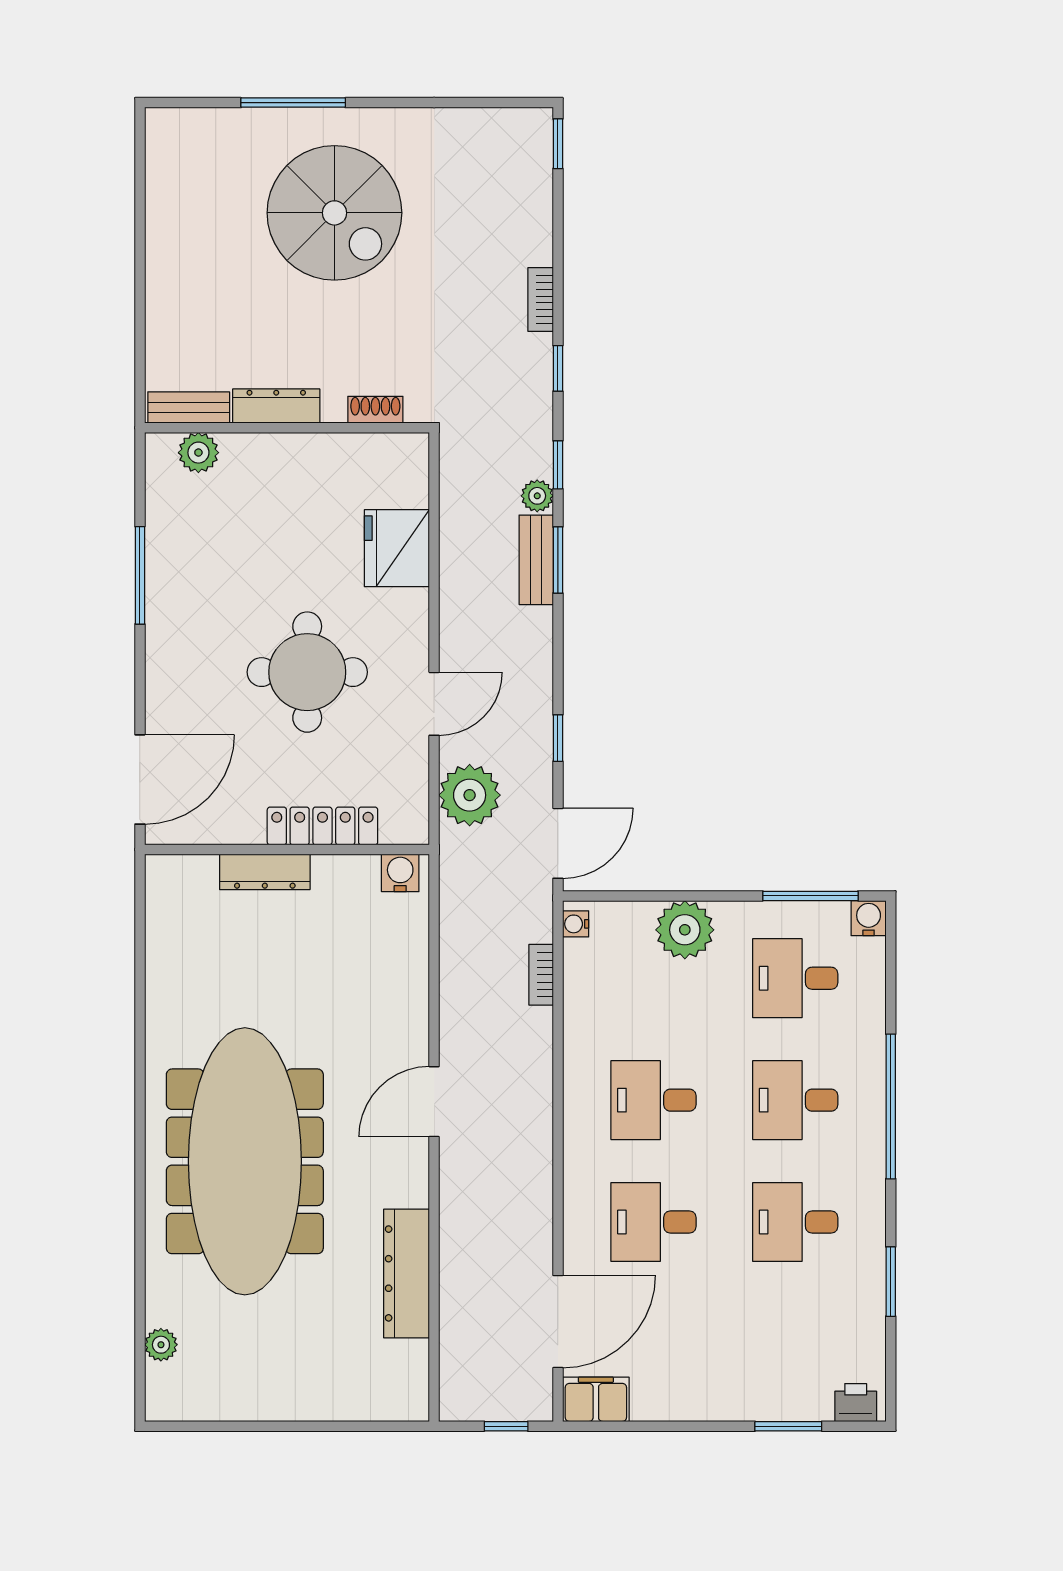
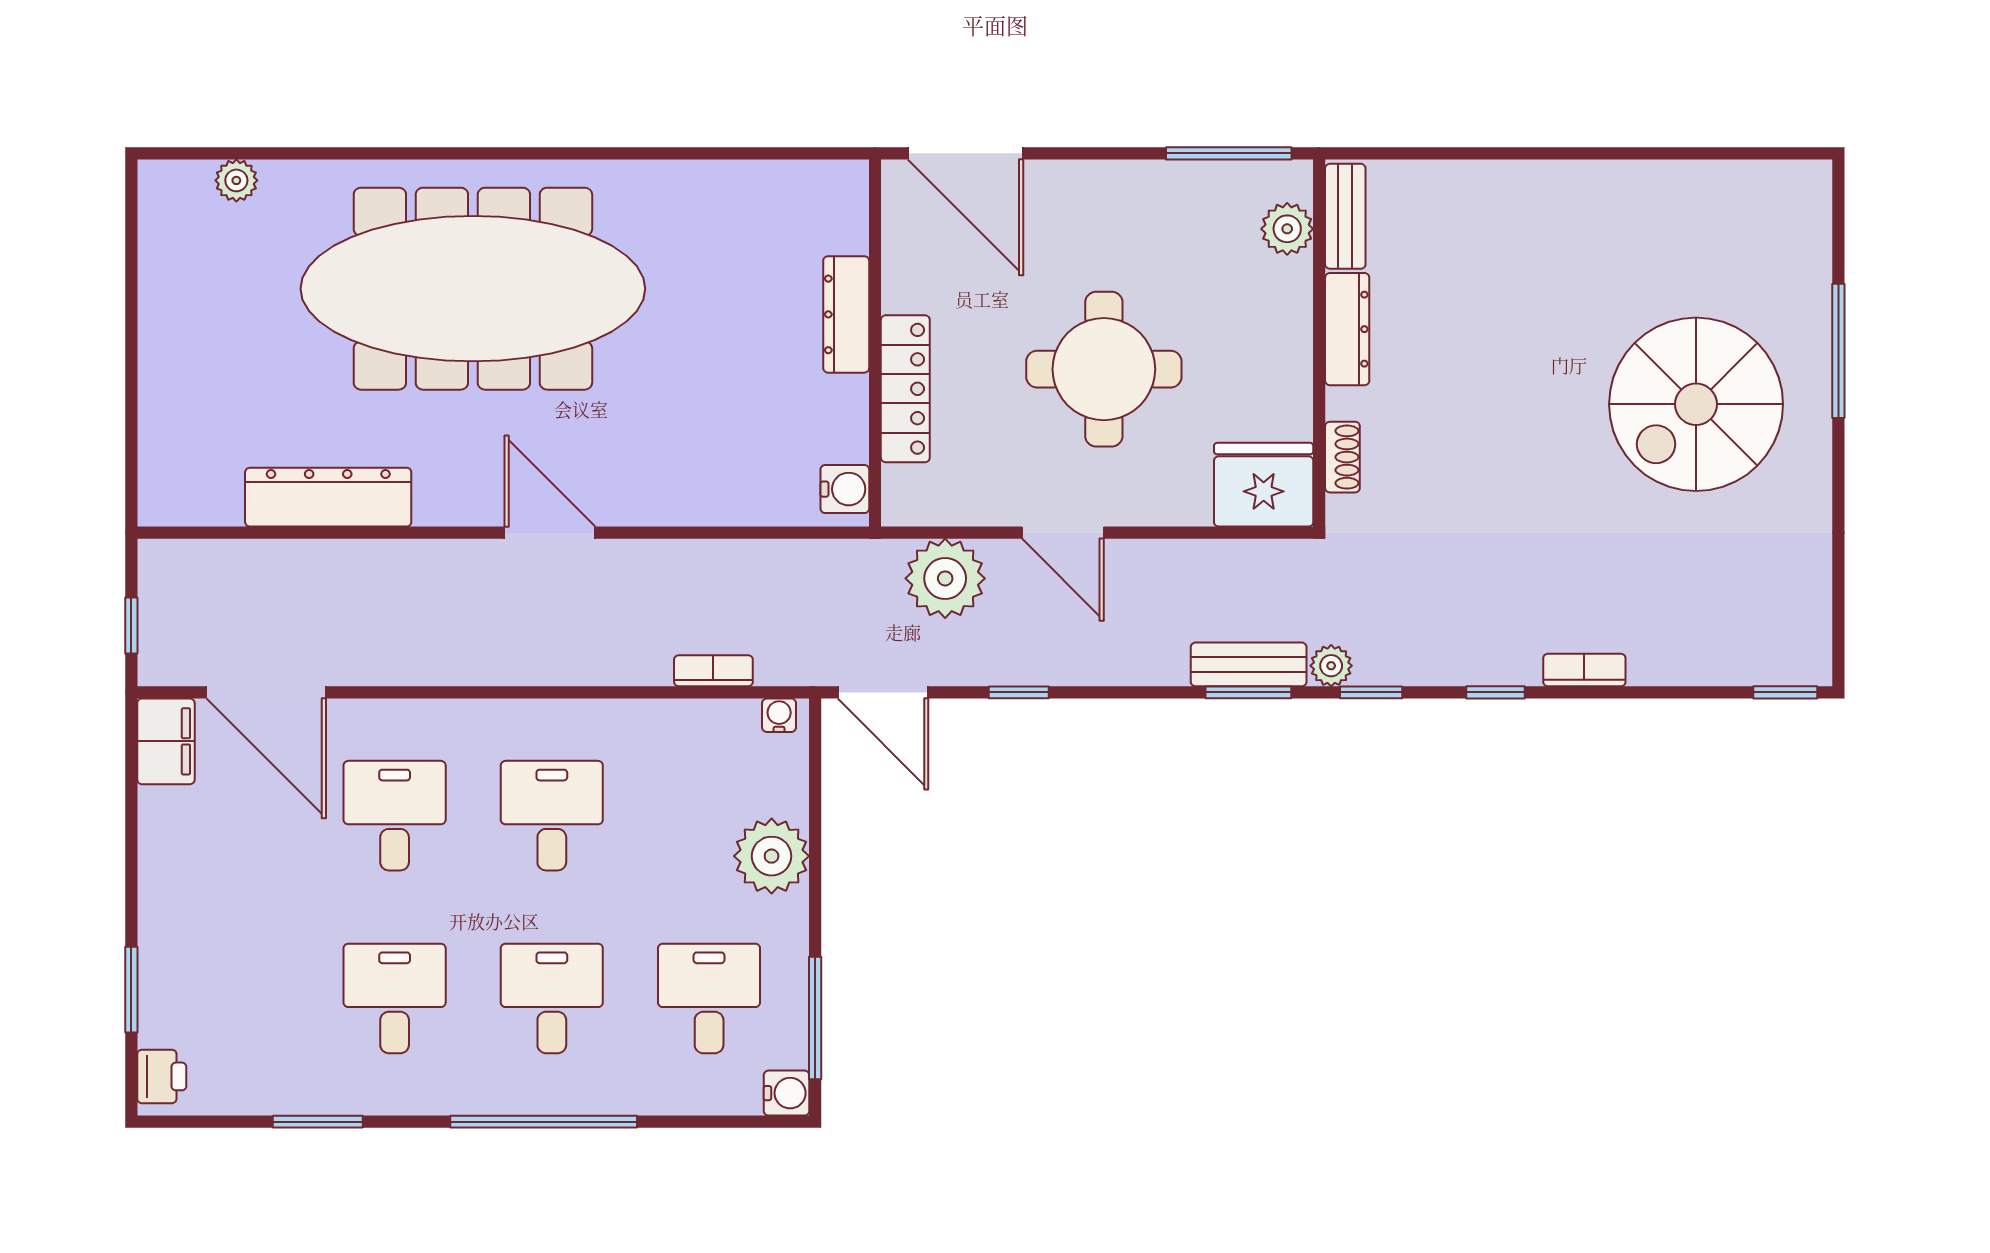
dresser: (276, 406) -> (1347, 329), moved
bench: (189, 407) -> (1345, 216), moved
shoe rack: (375, 410) -> (1342, 457), moved
wall: (287, 428) -> (1319, 343), moved
plant: (198, 453) -> (1287, 229), moved

